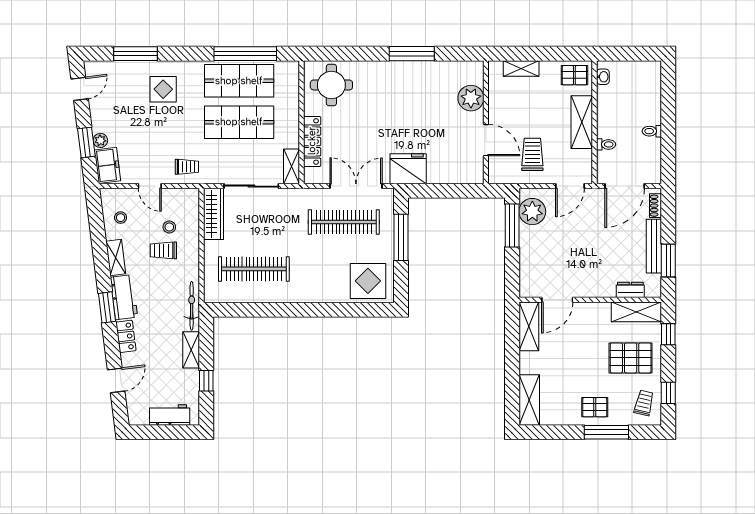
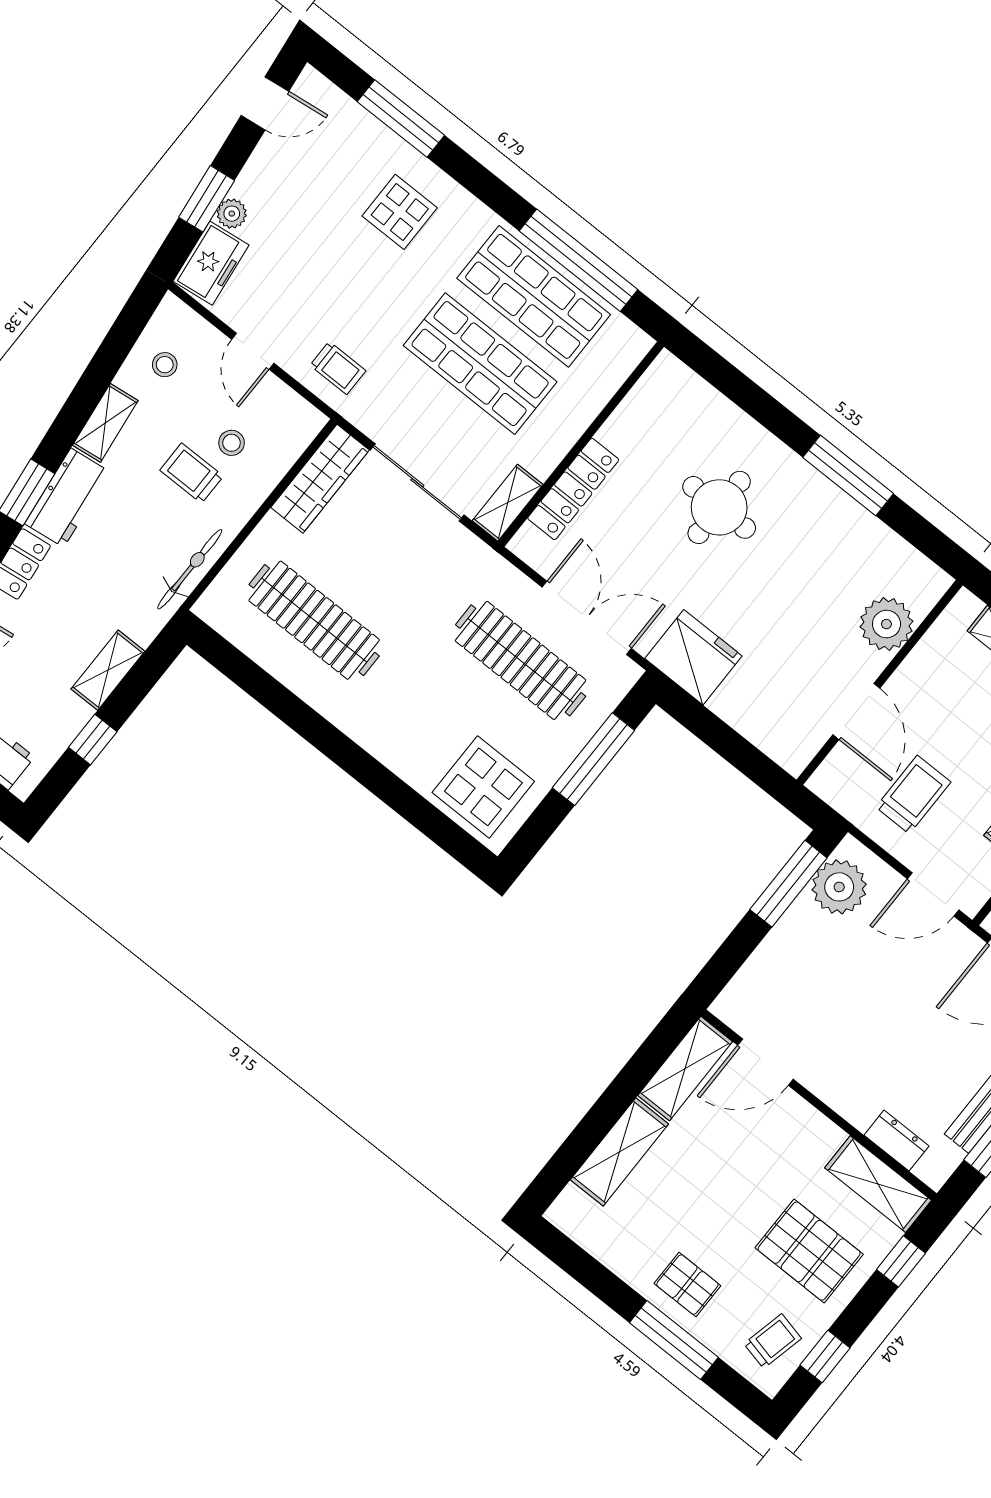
round table: (331, 85) -> (719, 507), moved
bicycle: (192, 306) -> (190, 569), moved
shelving: (529, 400) -> (619, 1152), moved

